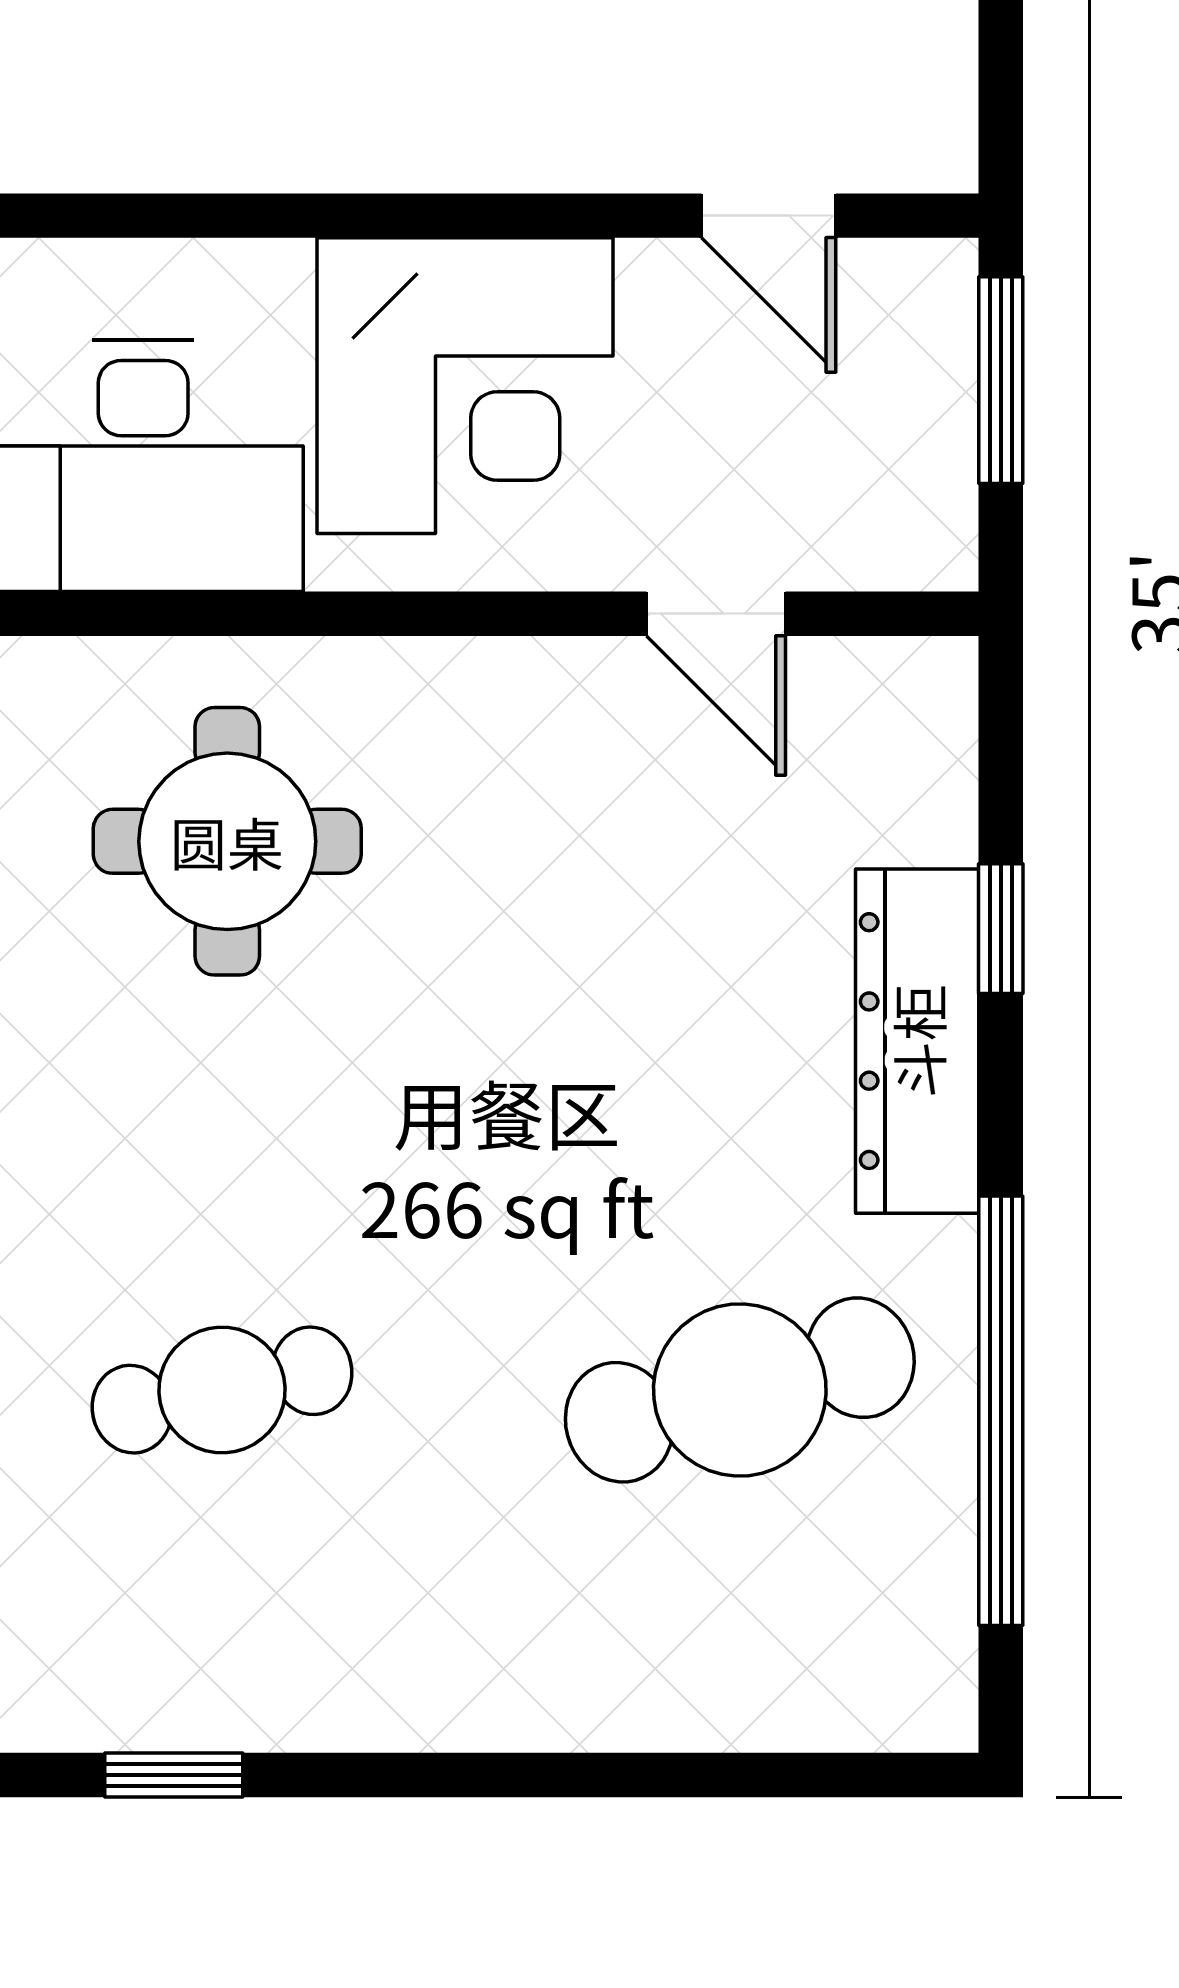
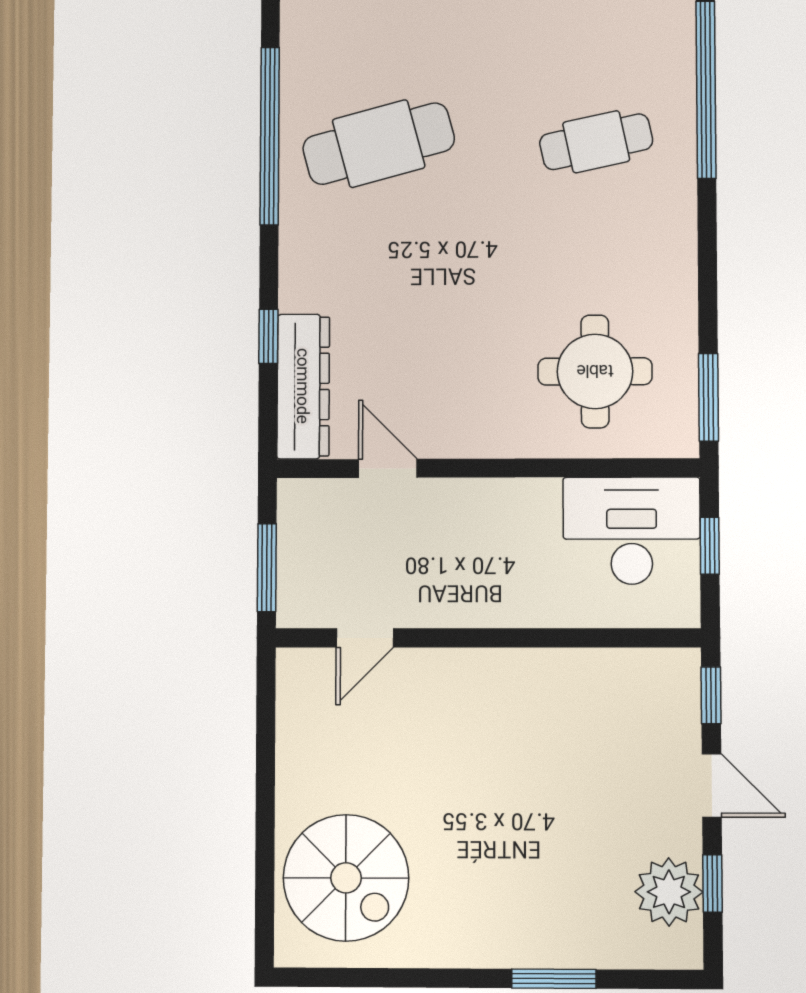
door: (769, 216) -> (365, 638), swing flipped
corner desk: (465, 386) -> (494, 565), removed
dresser: (917, 1041) -> (303, 386), moved

